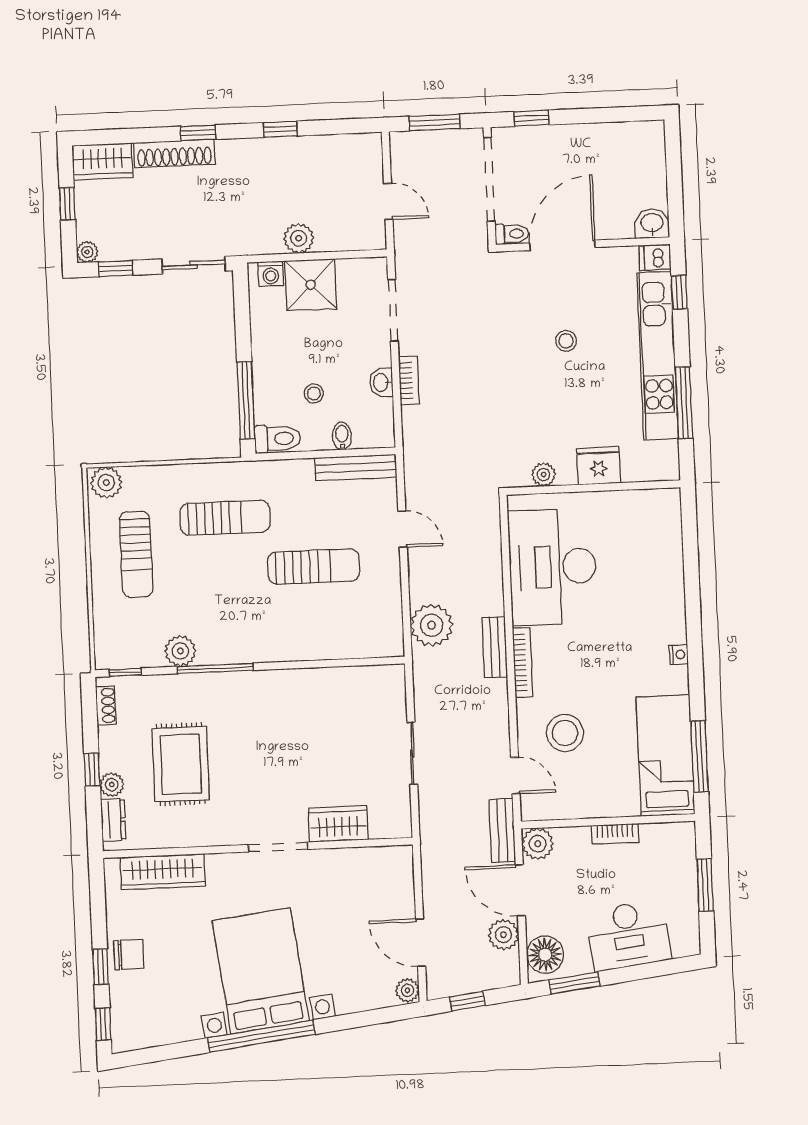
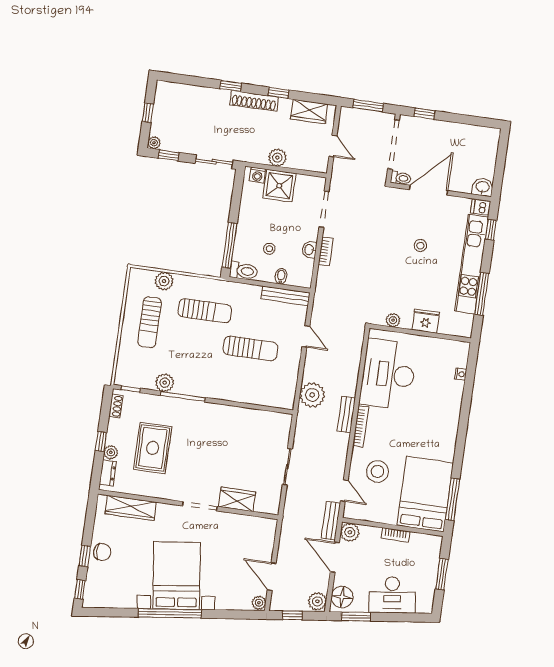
shoe rack: (174, 153) -> (254, 101), moved
wardrobe: (102, 161) -> (309, 112), moved
plant: (106, 483) -> (164, 281), moved
nightstand: (679, 655) -> (461, 374), moved
bed: (665, 756) -> (425, 494), width x1.50
plant: (503, 935) -> (317, 601), moved

